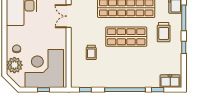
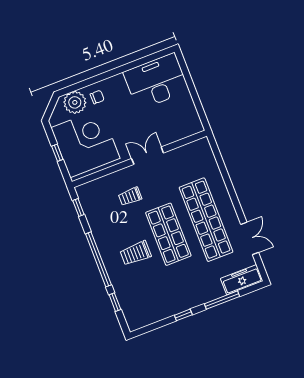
double door: (69, 16) -> (148, 156), moved
trolley: (164, 32) -> (136, 253), moved
freezer: (170, 81) -> (132, 314), removed

